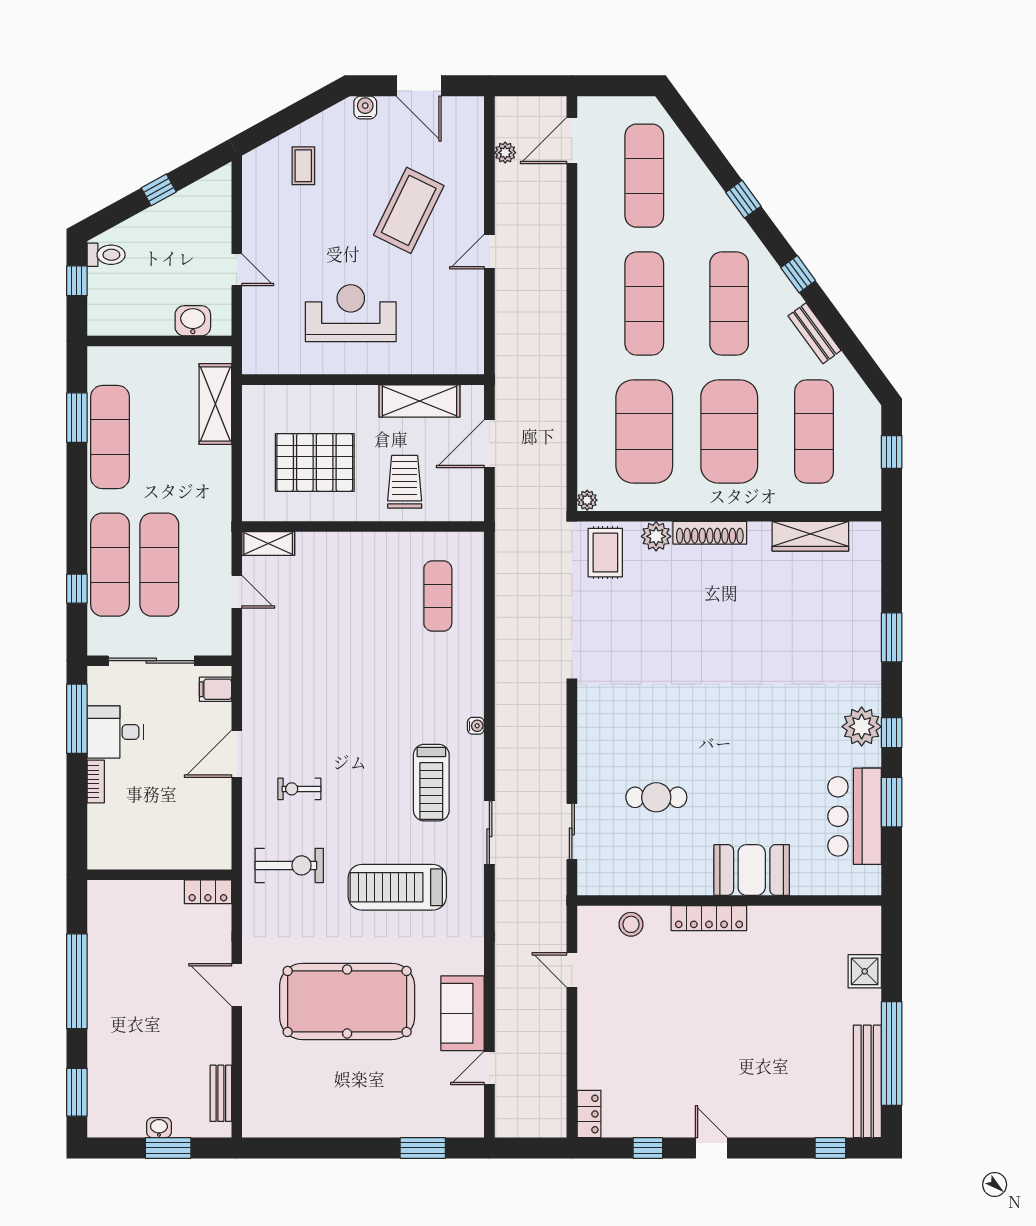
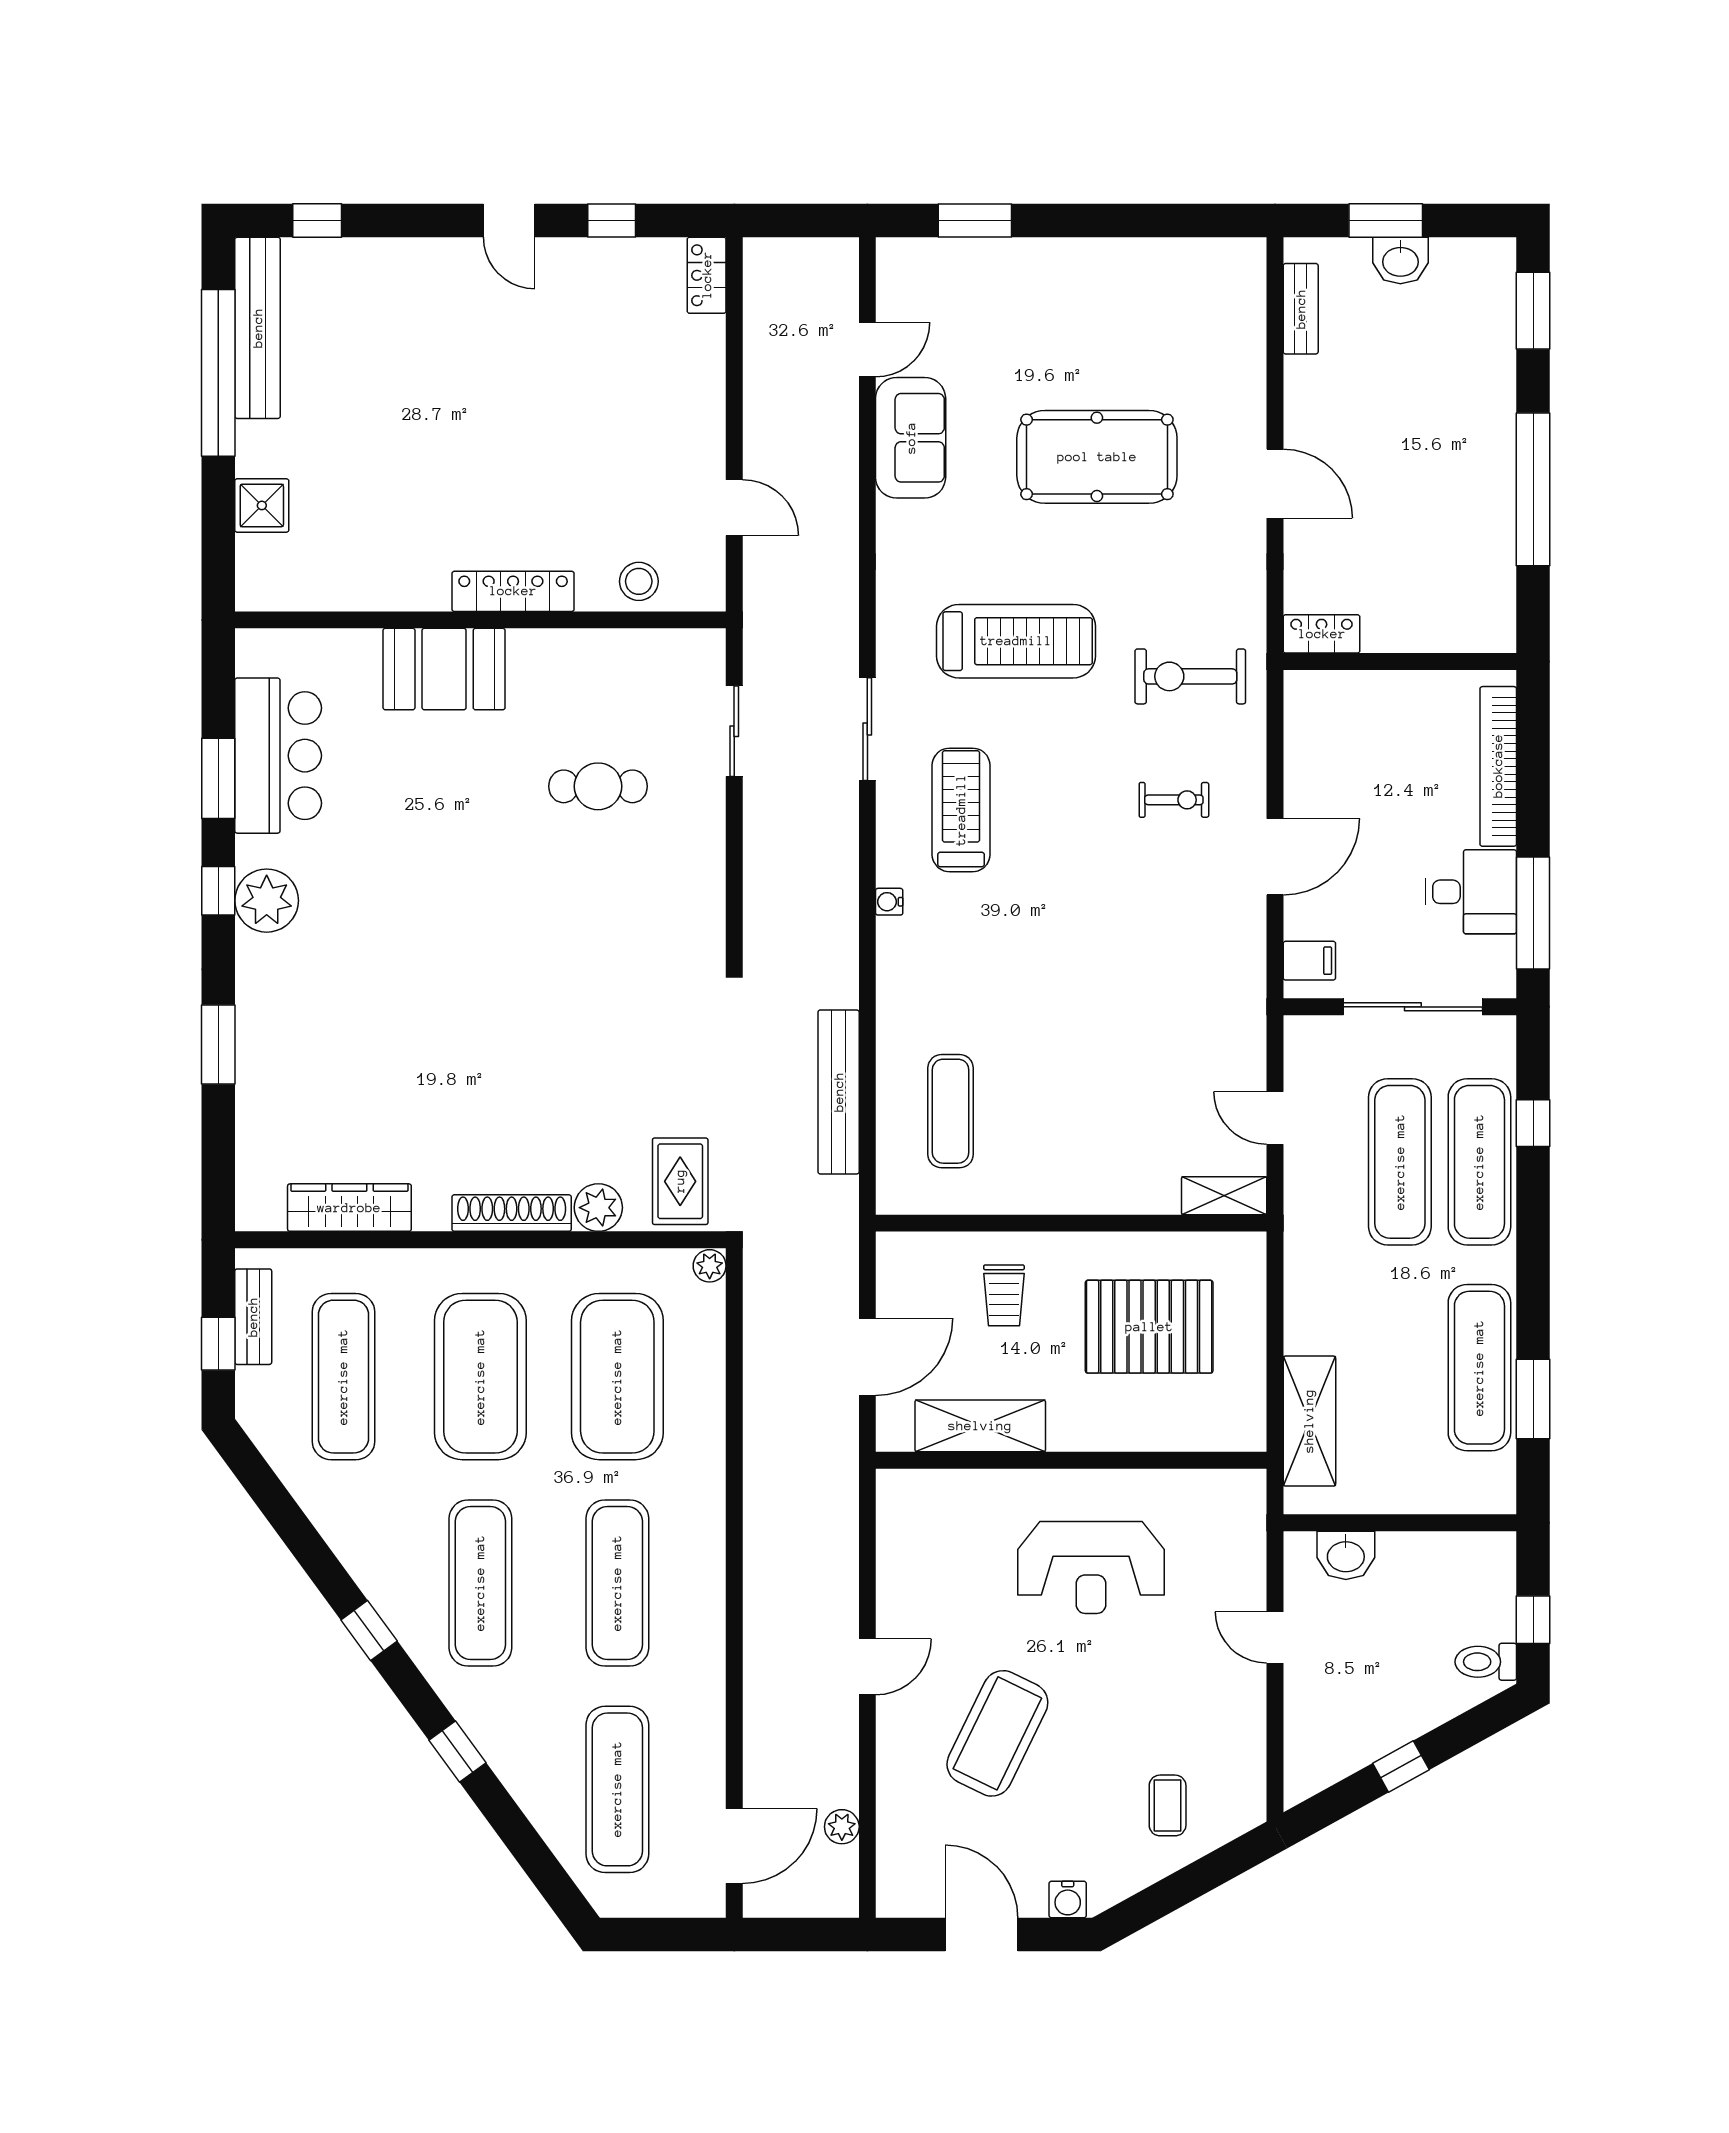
bench: (815, 333) -> (253, 1317), moved, turned 36
trolley: (405, 482) -> (1004, 1295), width x0.73, depth x0.72
bench: (507, 608) -> (839, 1092), added
bookcase: (96, 782) -> (1498, 766), width x2.31, depth x1.31
pool table: (347, 1001) -> (1097, 457), width x0.73, depth x0.76
washbasin: (159, 1128) -> (1400, 260), width x1.38, depth x1.45

